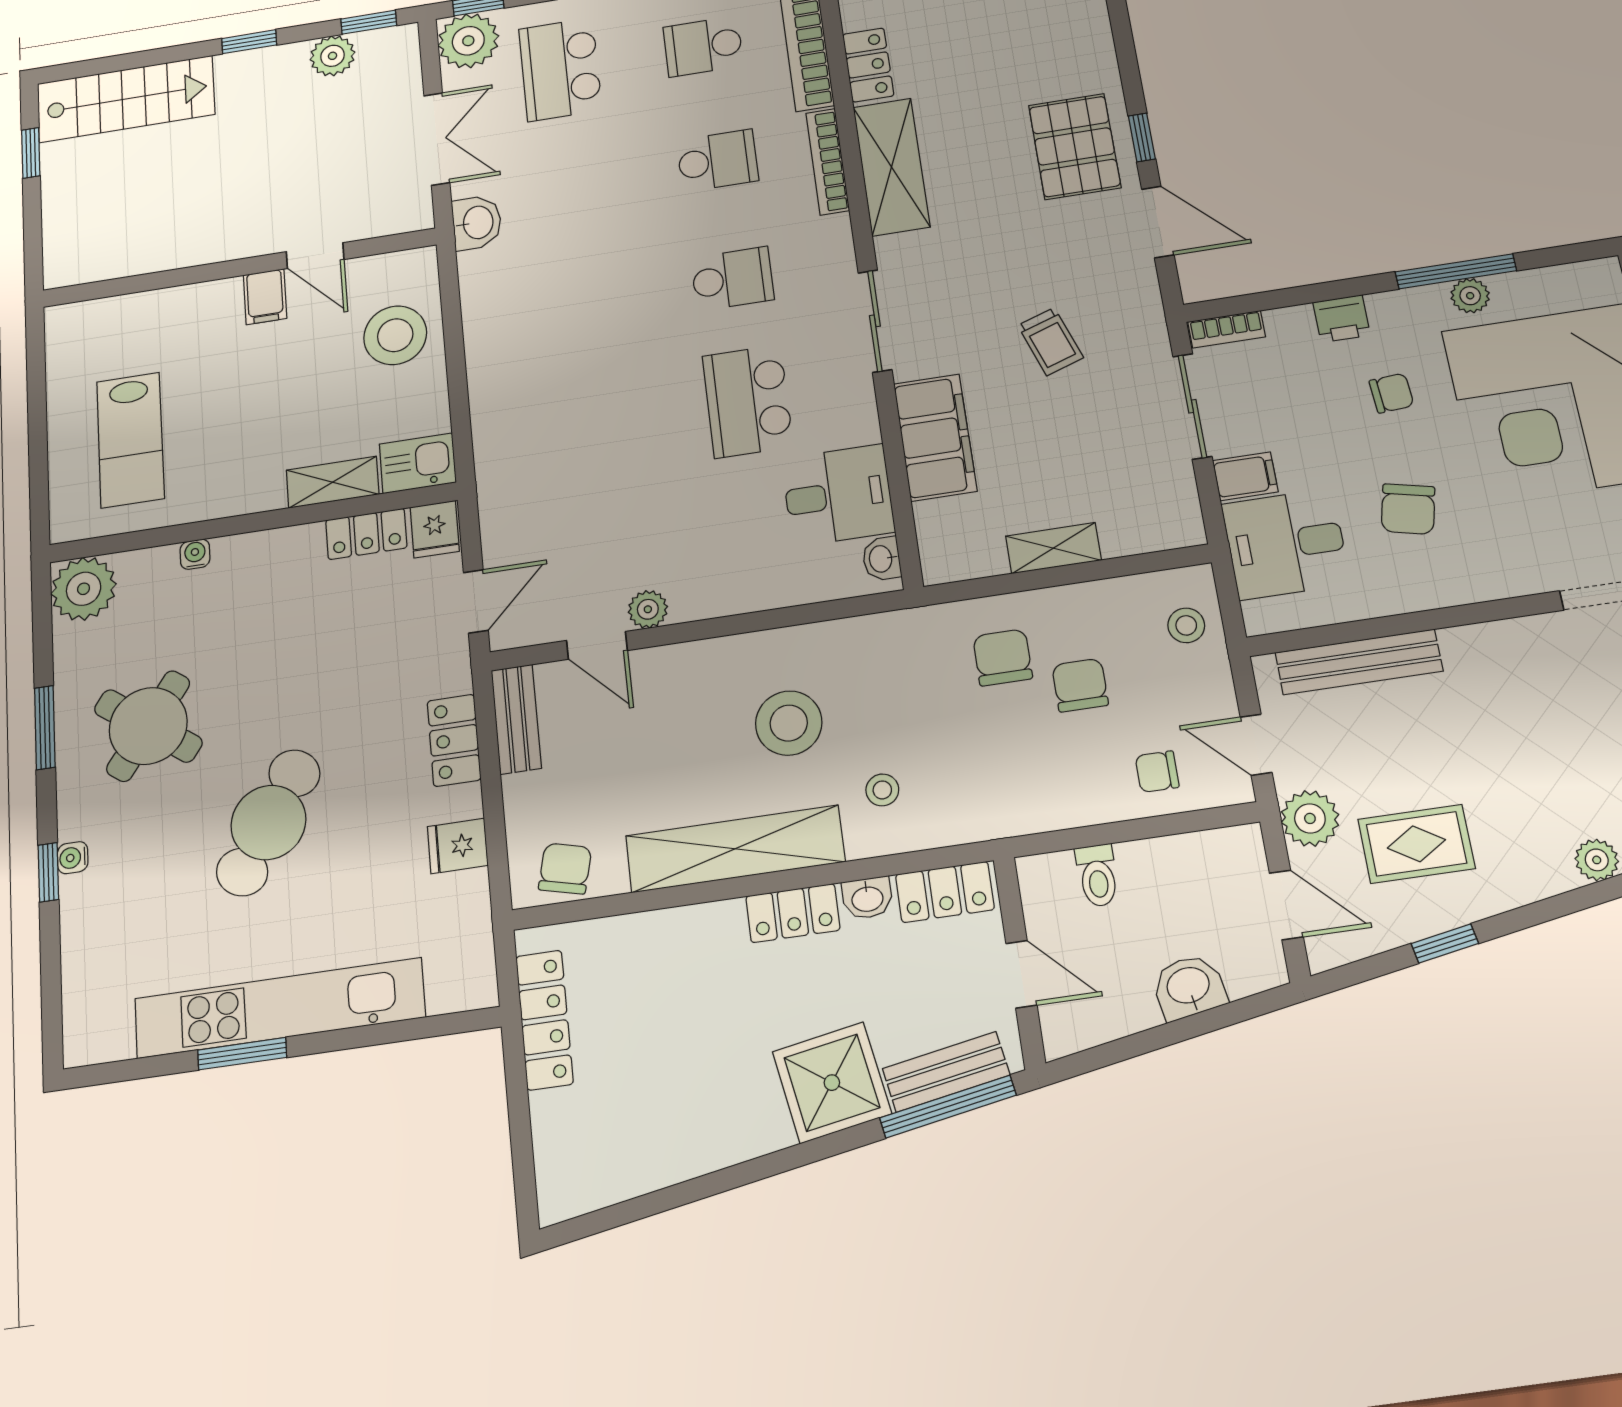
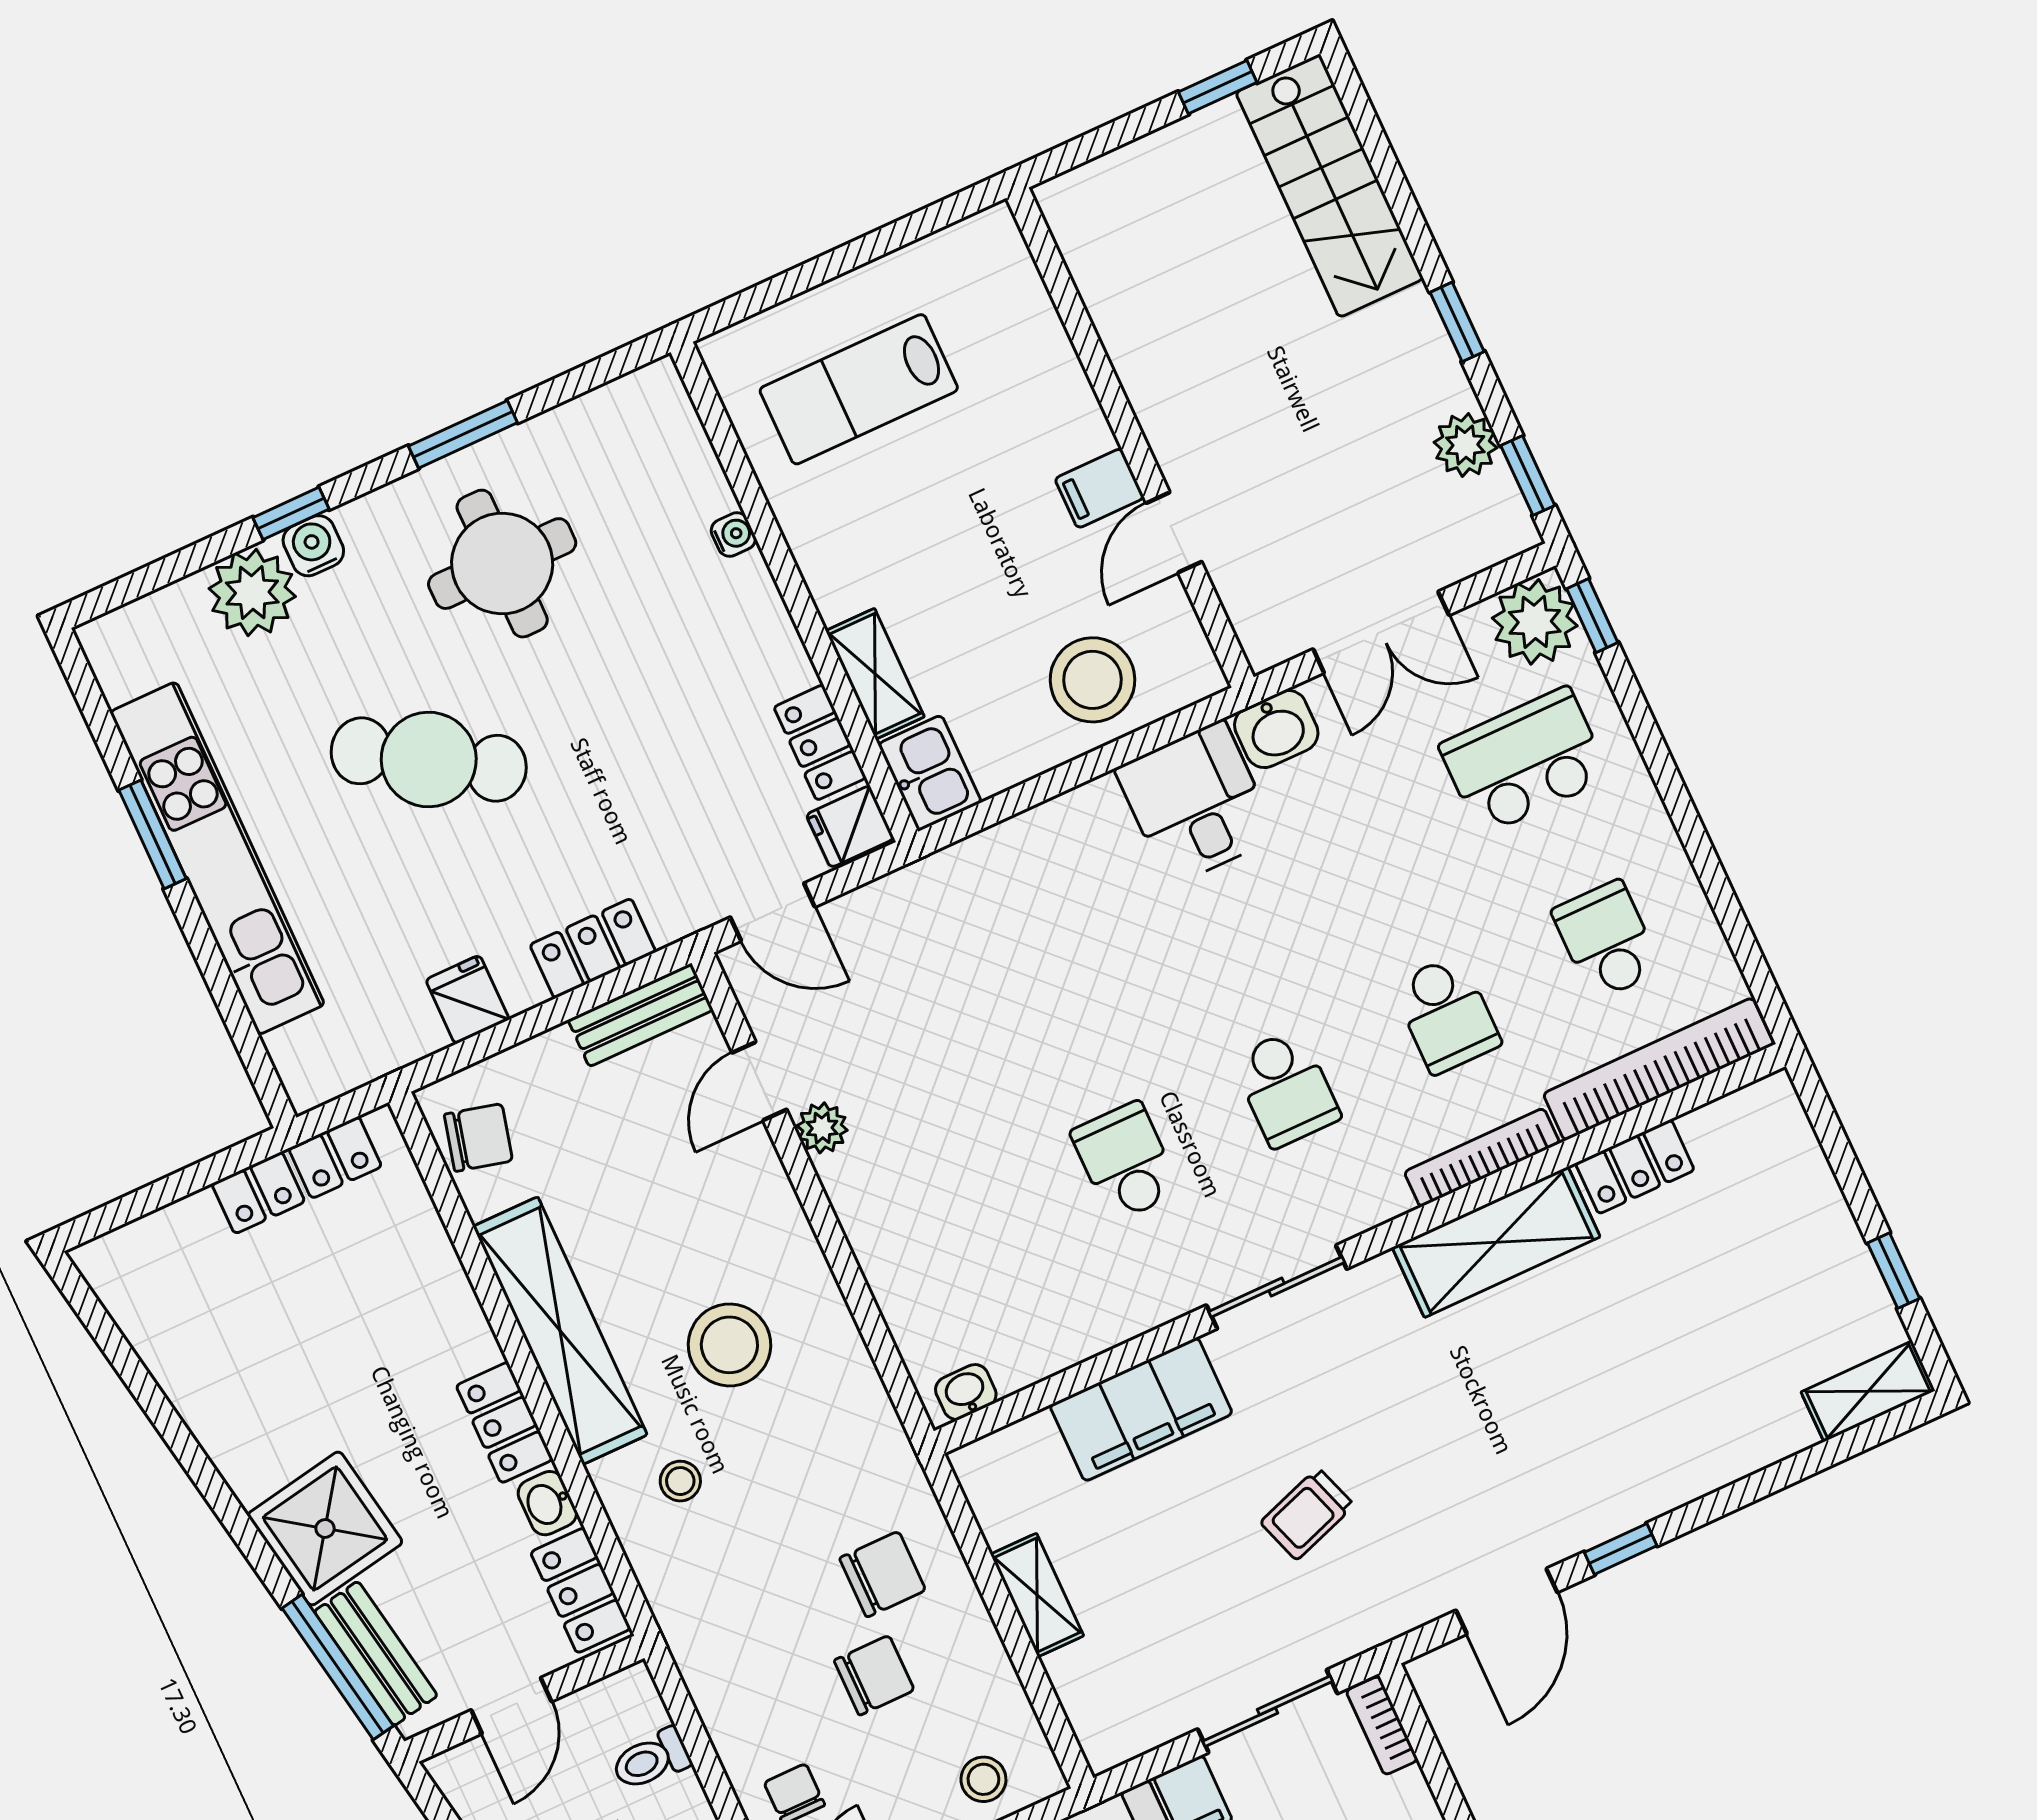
pallet: (1075, 146) -> (1586, 1467), removed
school desk: (748, 401) -> (1126, 1162), width x0.54
desk: (838, 495) -> (1196, 803), moved, turned 180
plant: (84, 589) -> (252, 592), moved
round table: (148, 726) -> (502, 564), turned -36
water cooler: (73, 858) -> (313, 546), width x1.38, depth x1.38

